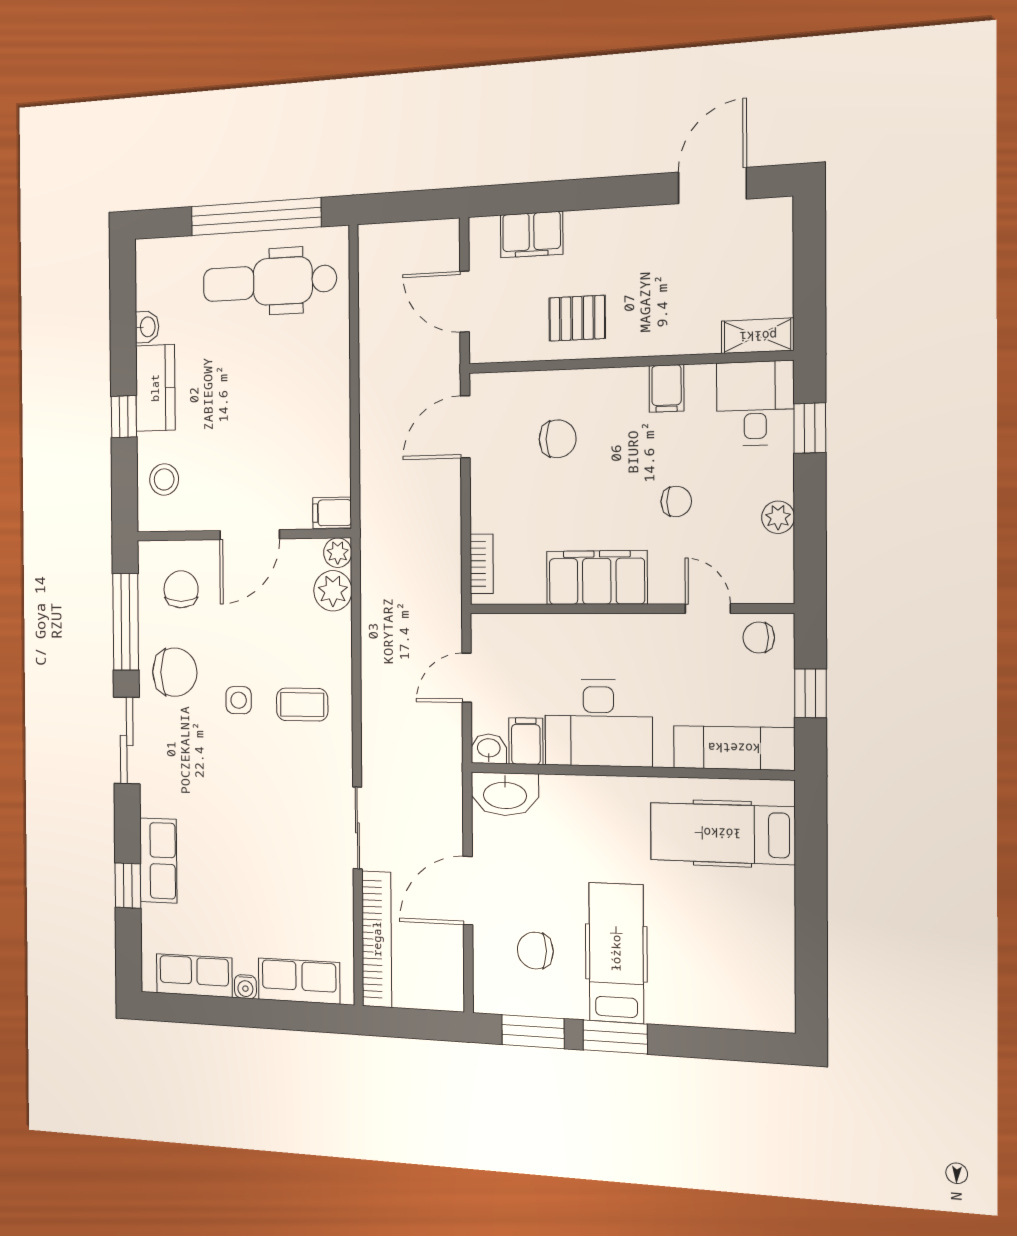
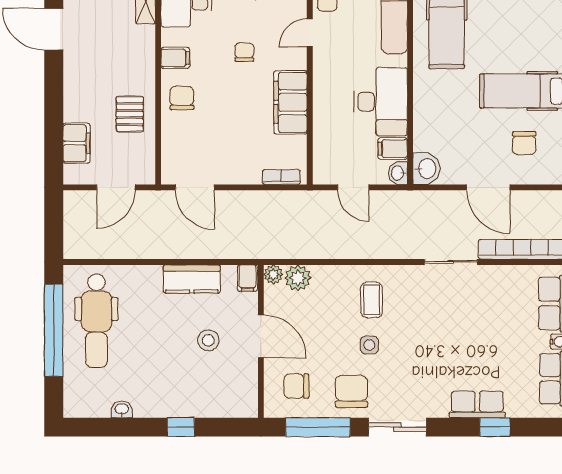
kitchen counter: (155, 388) -> (192, 279), moved, turned 180
chair: (558, 439) -> (182, 98), moved
stool: (164, 479) -> (208, 340), moved
washbasin: (505, 794) -> (426, 169), width x0.72

